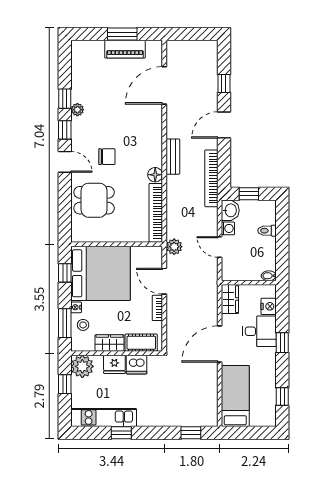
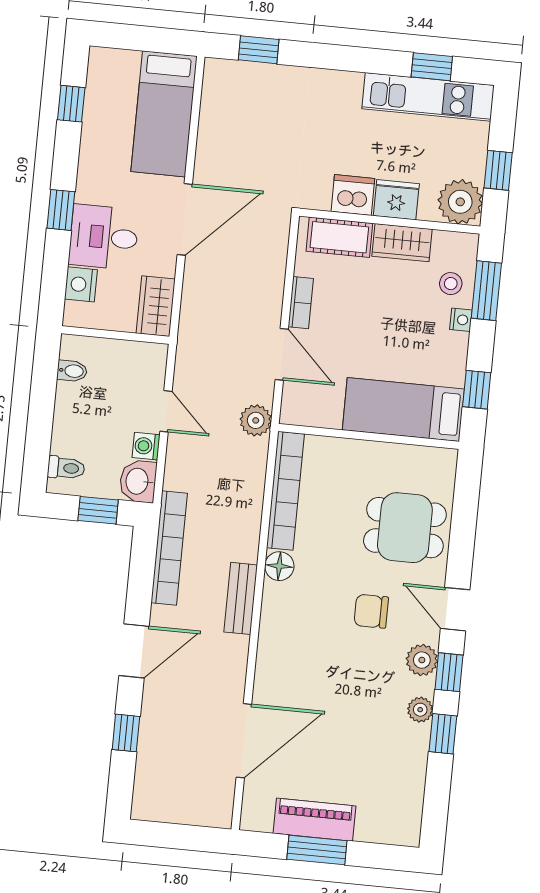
plant: (79, 135) -> (422, 660), added
toilet: (267, 231) -> (66, 468), moved
bed: (101, 273) -> (403, 410), width x0.49
bidet: (269, 276) -> (72, 371), moved
window: (121, 433) -> (432, 67), moved

